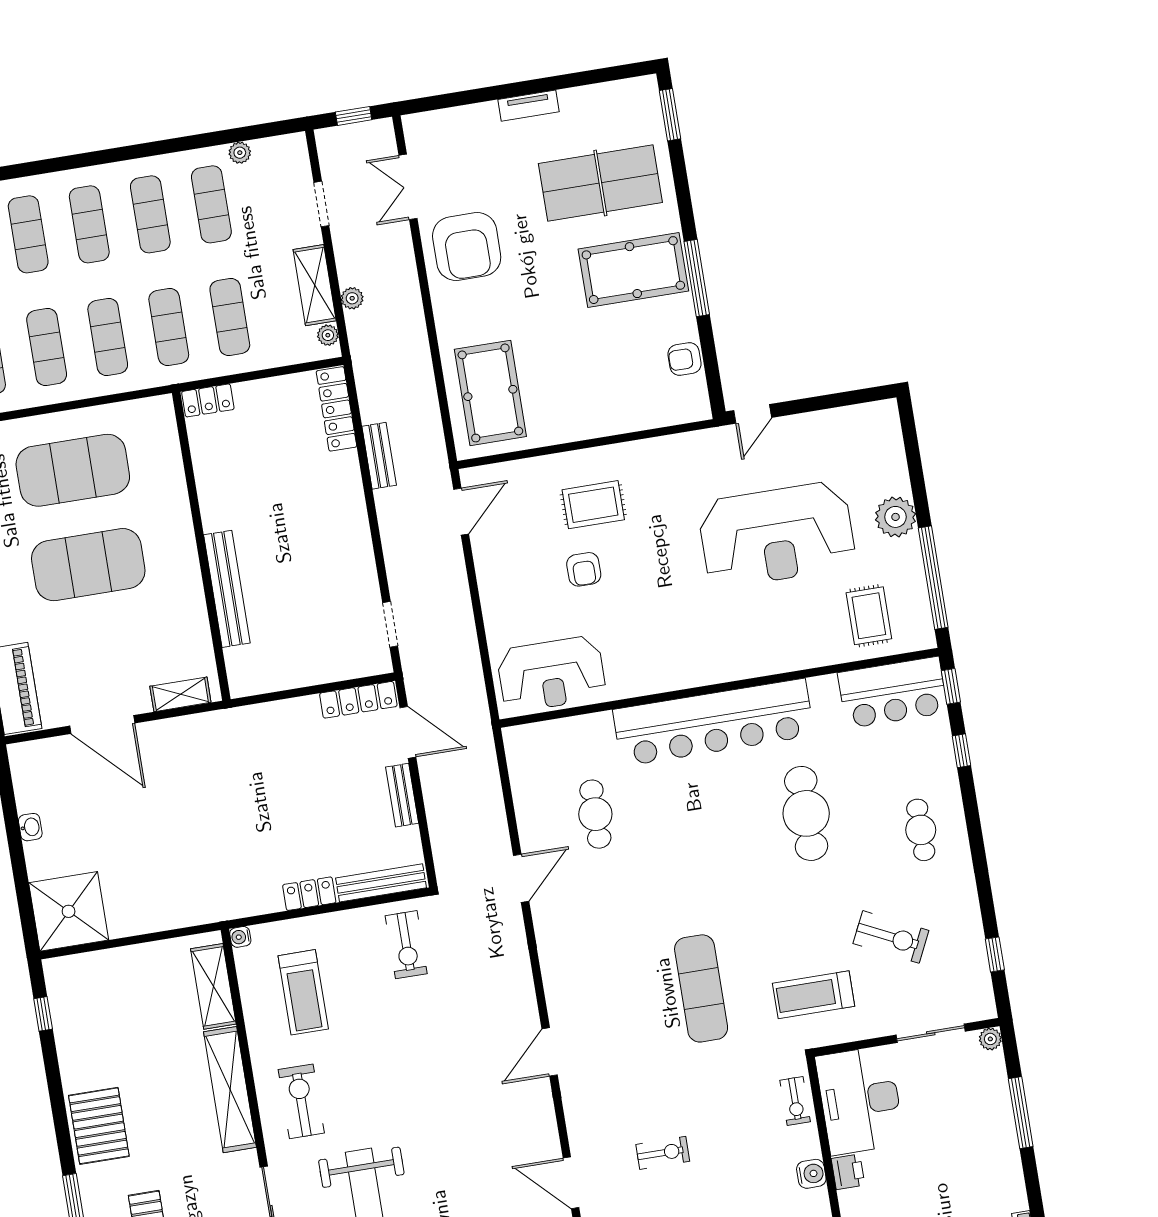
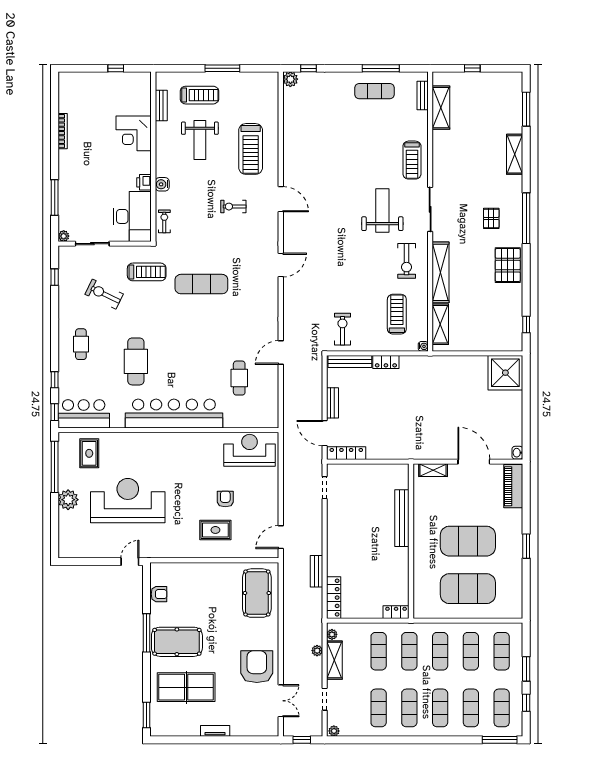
plant: (240, 153) -> (334, 731), moved
washbasin: (30, 827) -> (517, 453), moved
exercise mat: (701, 988) -> (201, 284), turned 90

